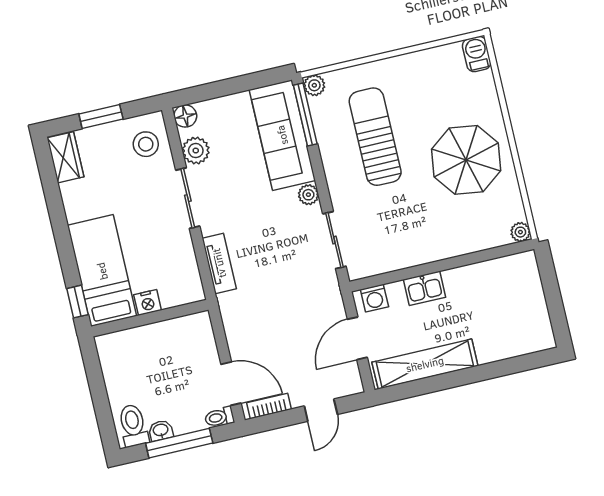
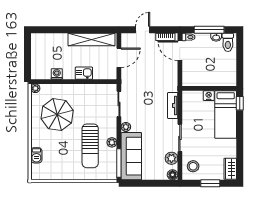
barbecue: (477, 54) -> (36, 155), moved
plant: (314, 85) -> (112, 142), moved
parasol: (466, 160) -> (57, 115), moved
washing machine: (374, 298) -> (57, 74), moved

